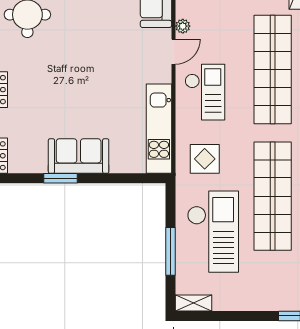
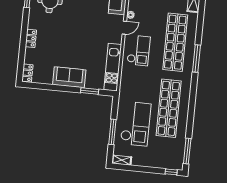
display table: (205, 159) -> (135, 85), removed
window: (61, 178) -> (90, 91), moved

